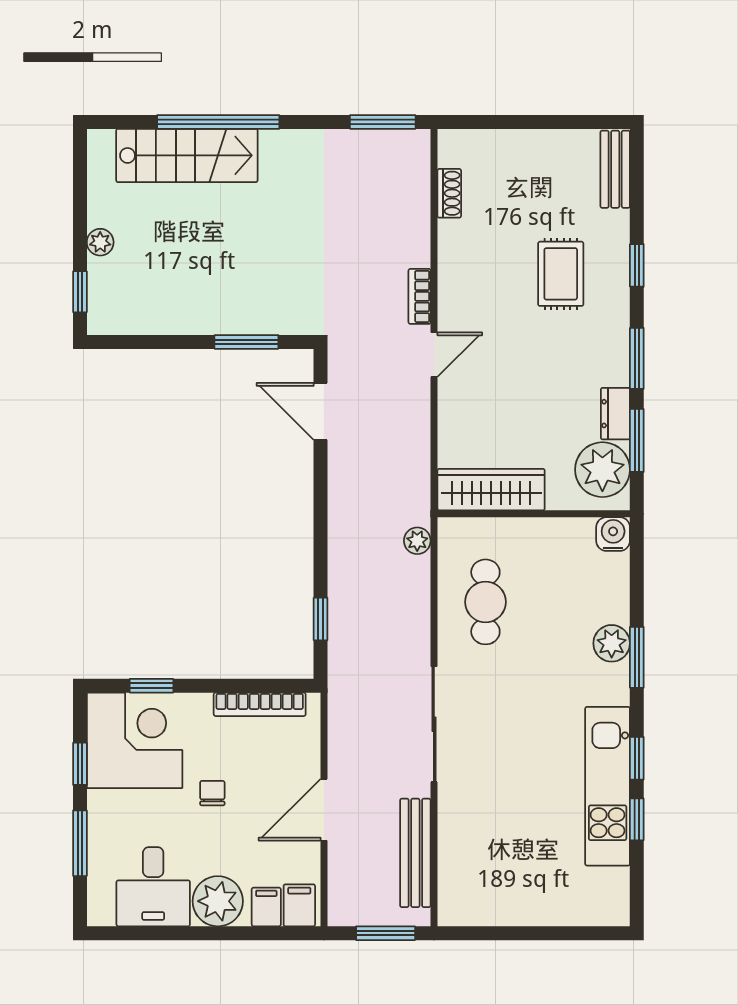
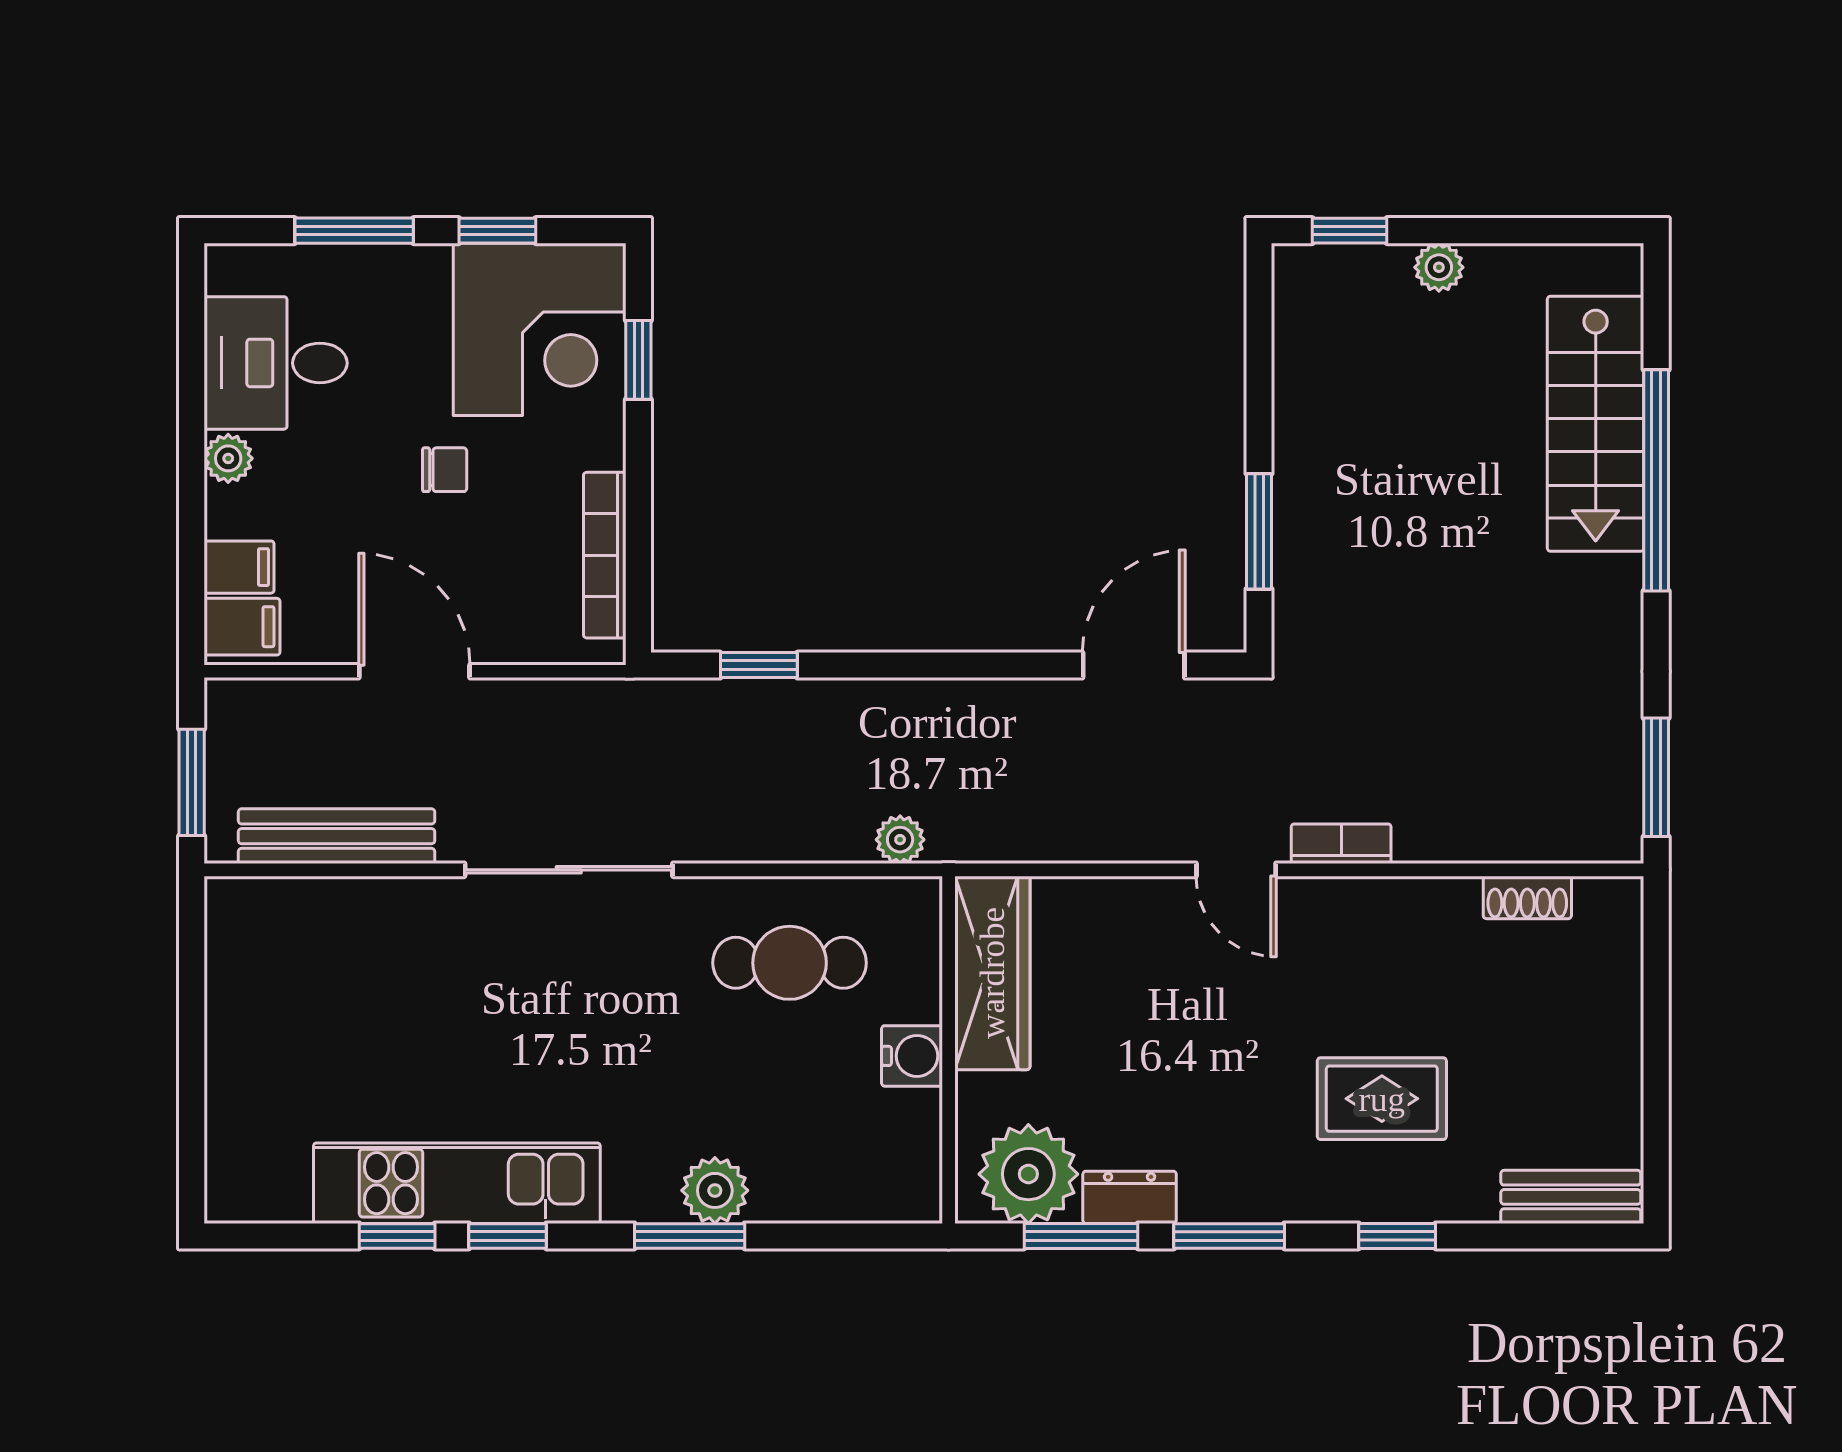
water cooler: (613, 534) -> (912, 1056), moved
plant: (218, 901) -> (228, 458), width x0.53, depth x0.53

